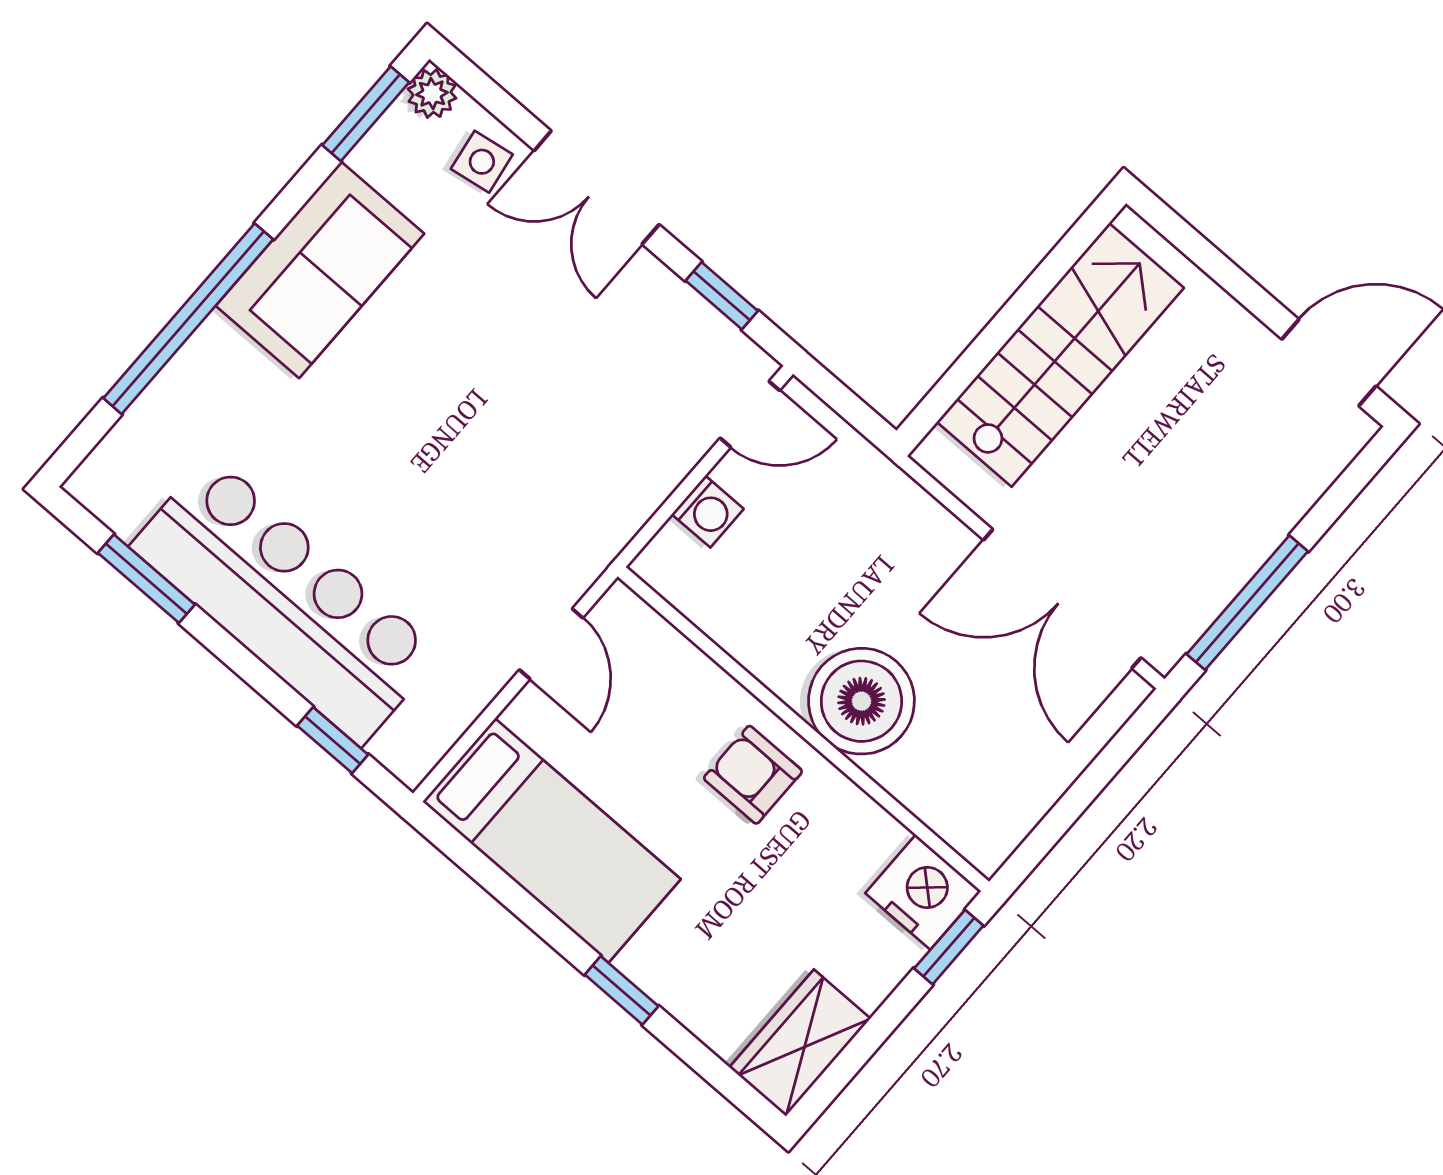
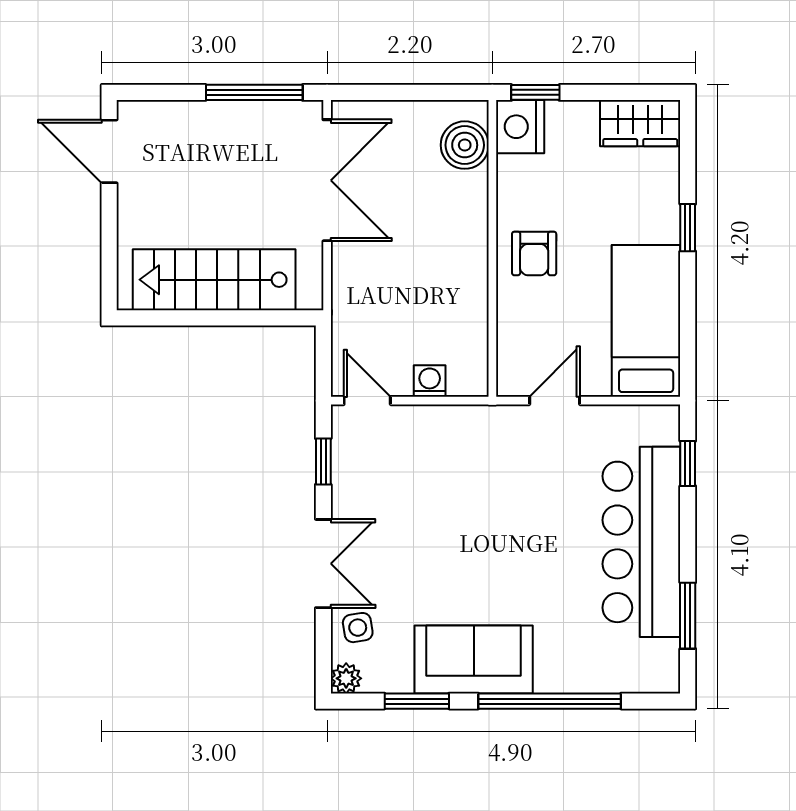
window: (366, 114) -> (417, 701), moved
boiler: (861, 701) -> (465, 145), moved, width x0.73, depth x0.73

